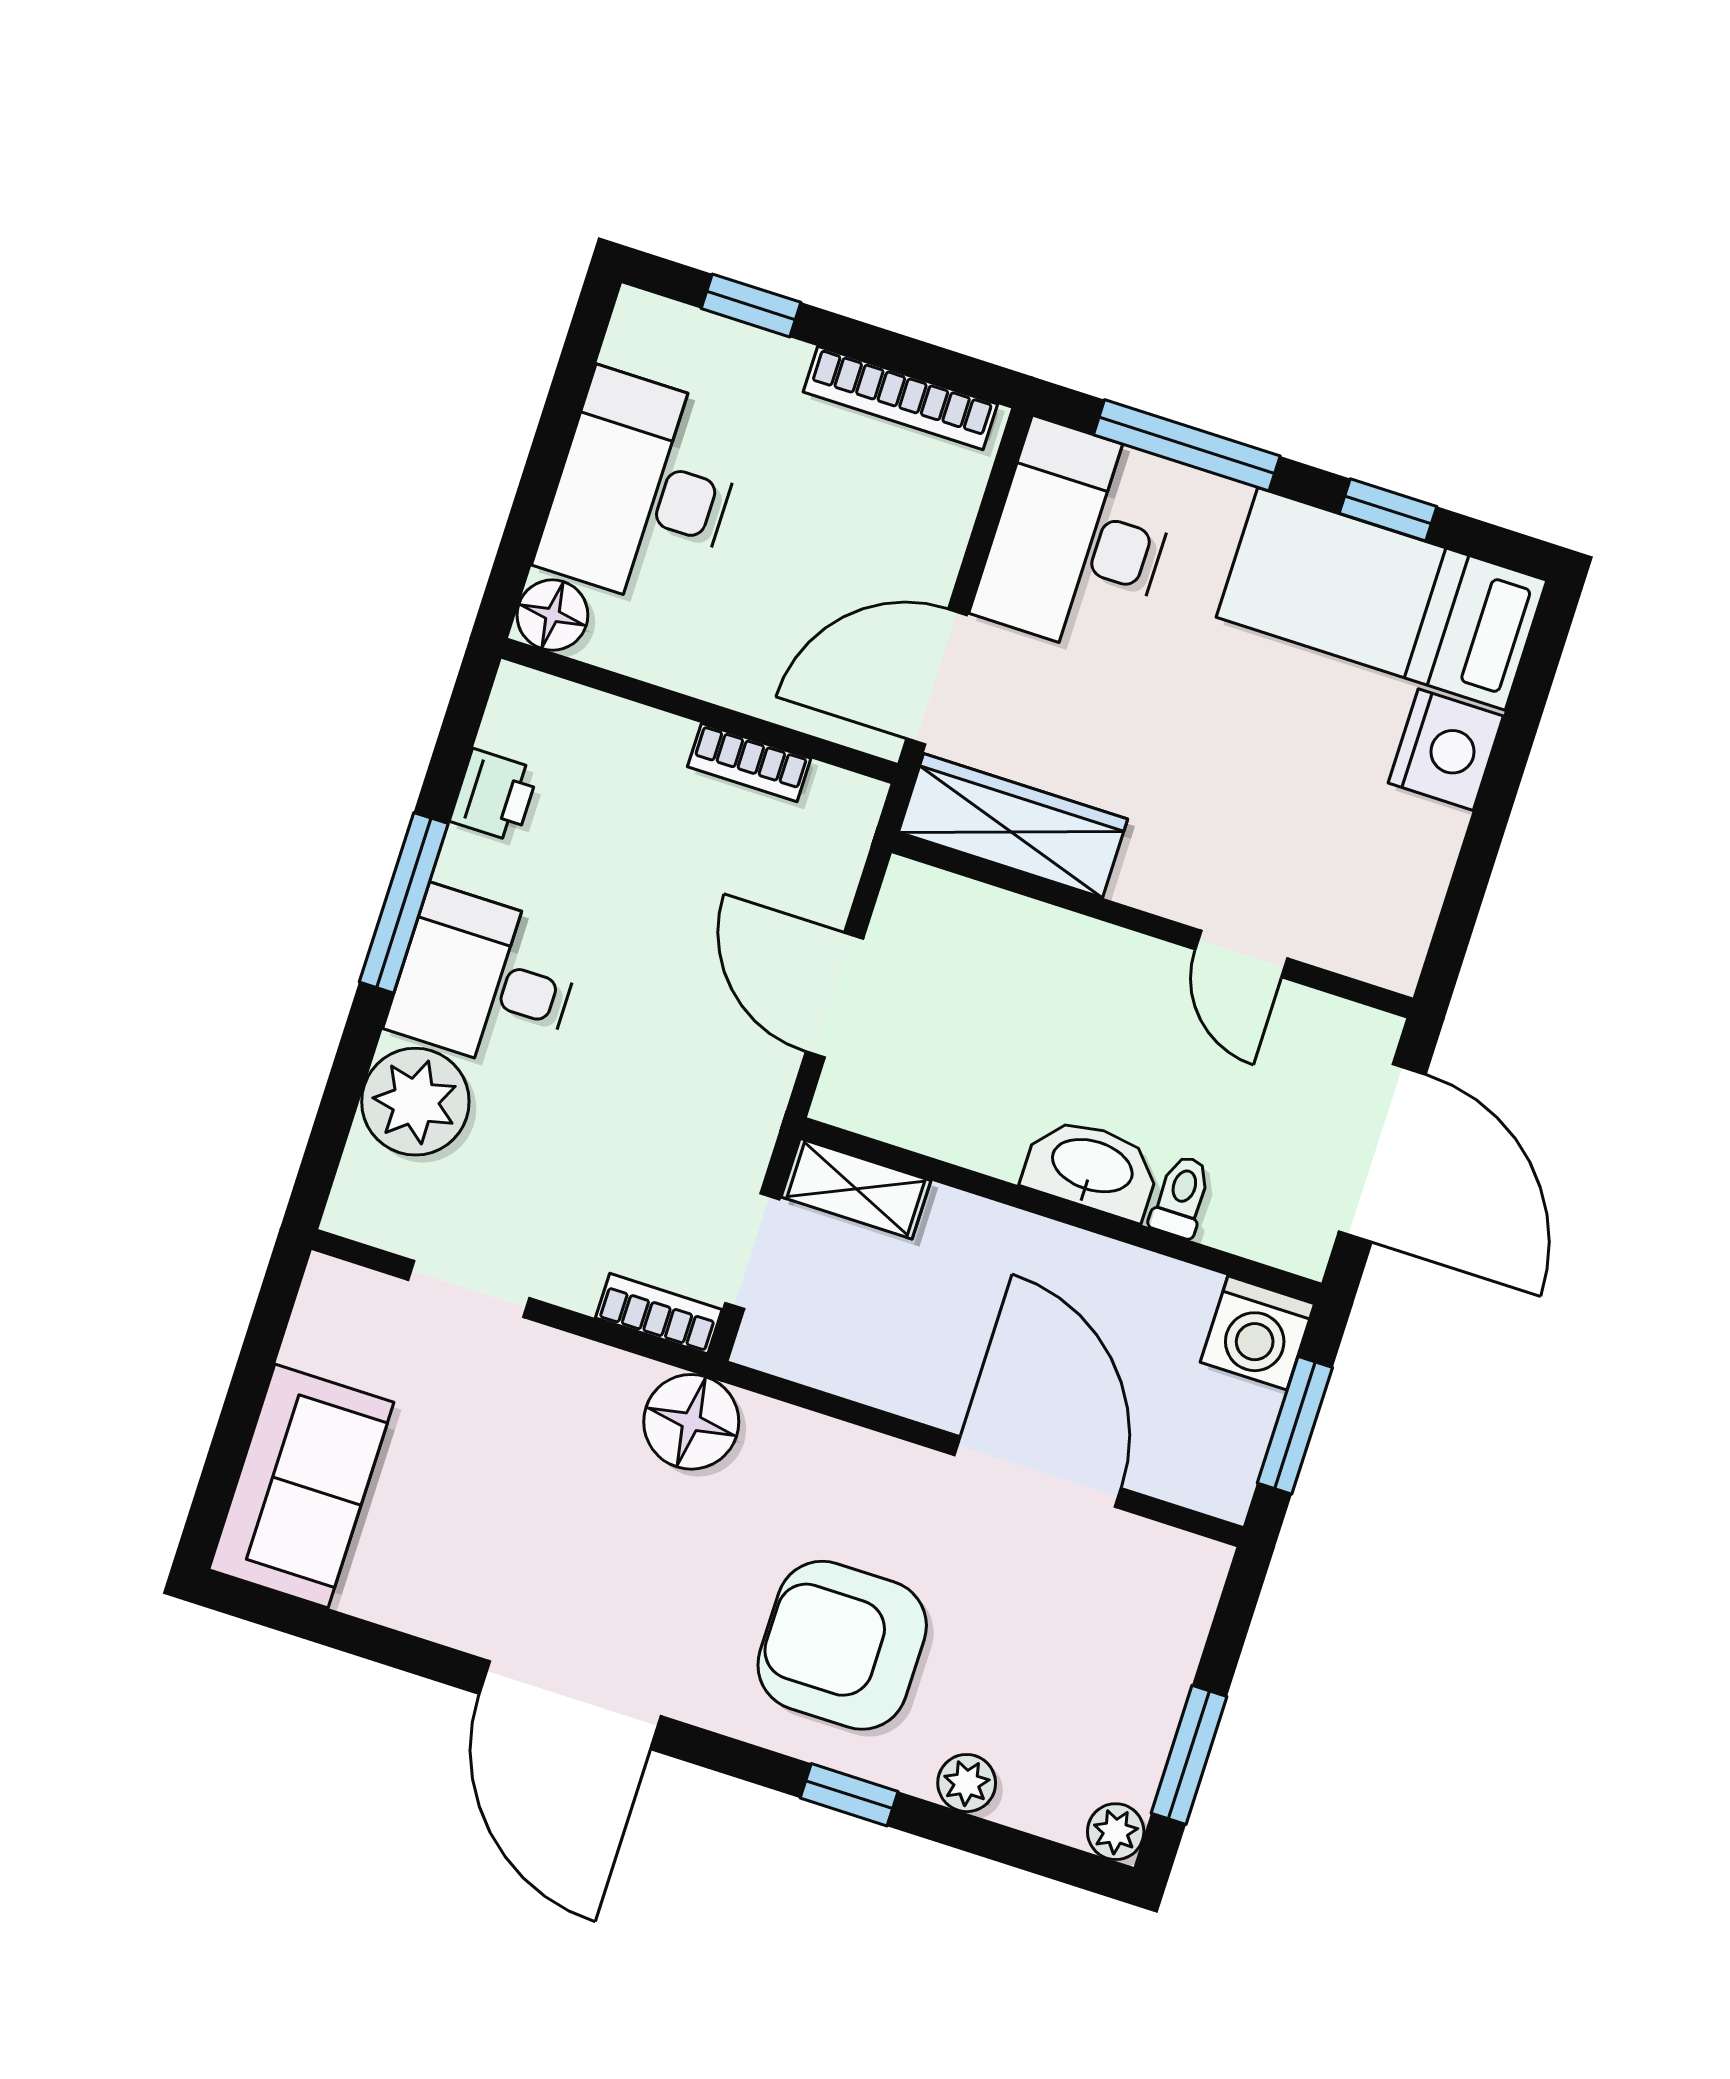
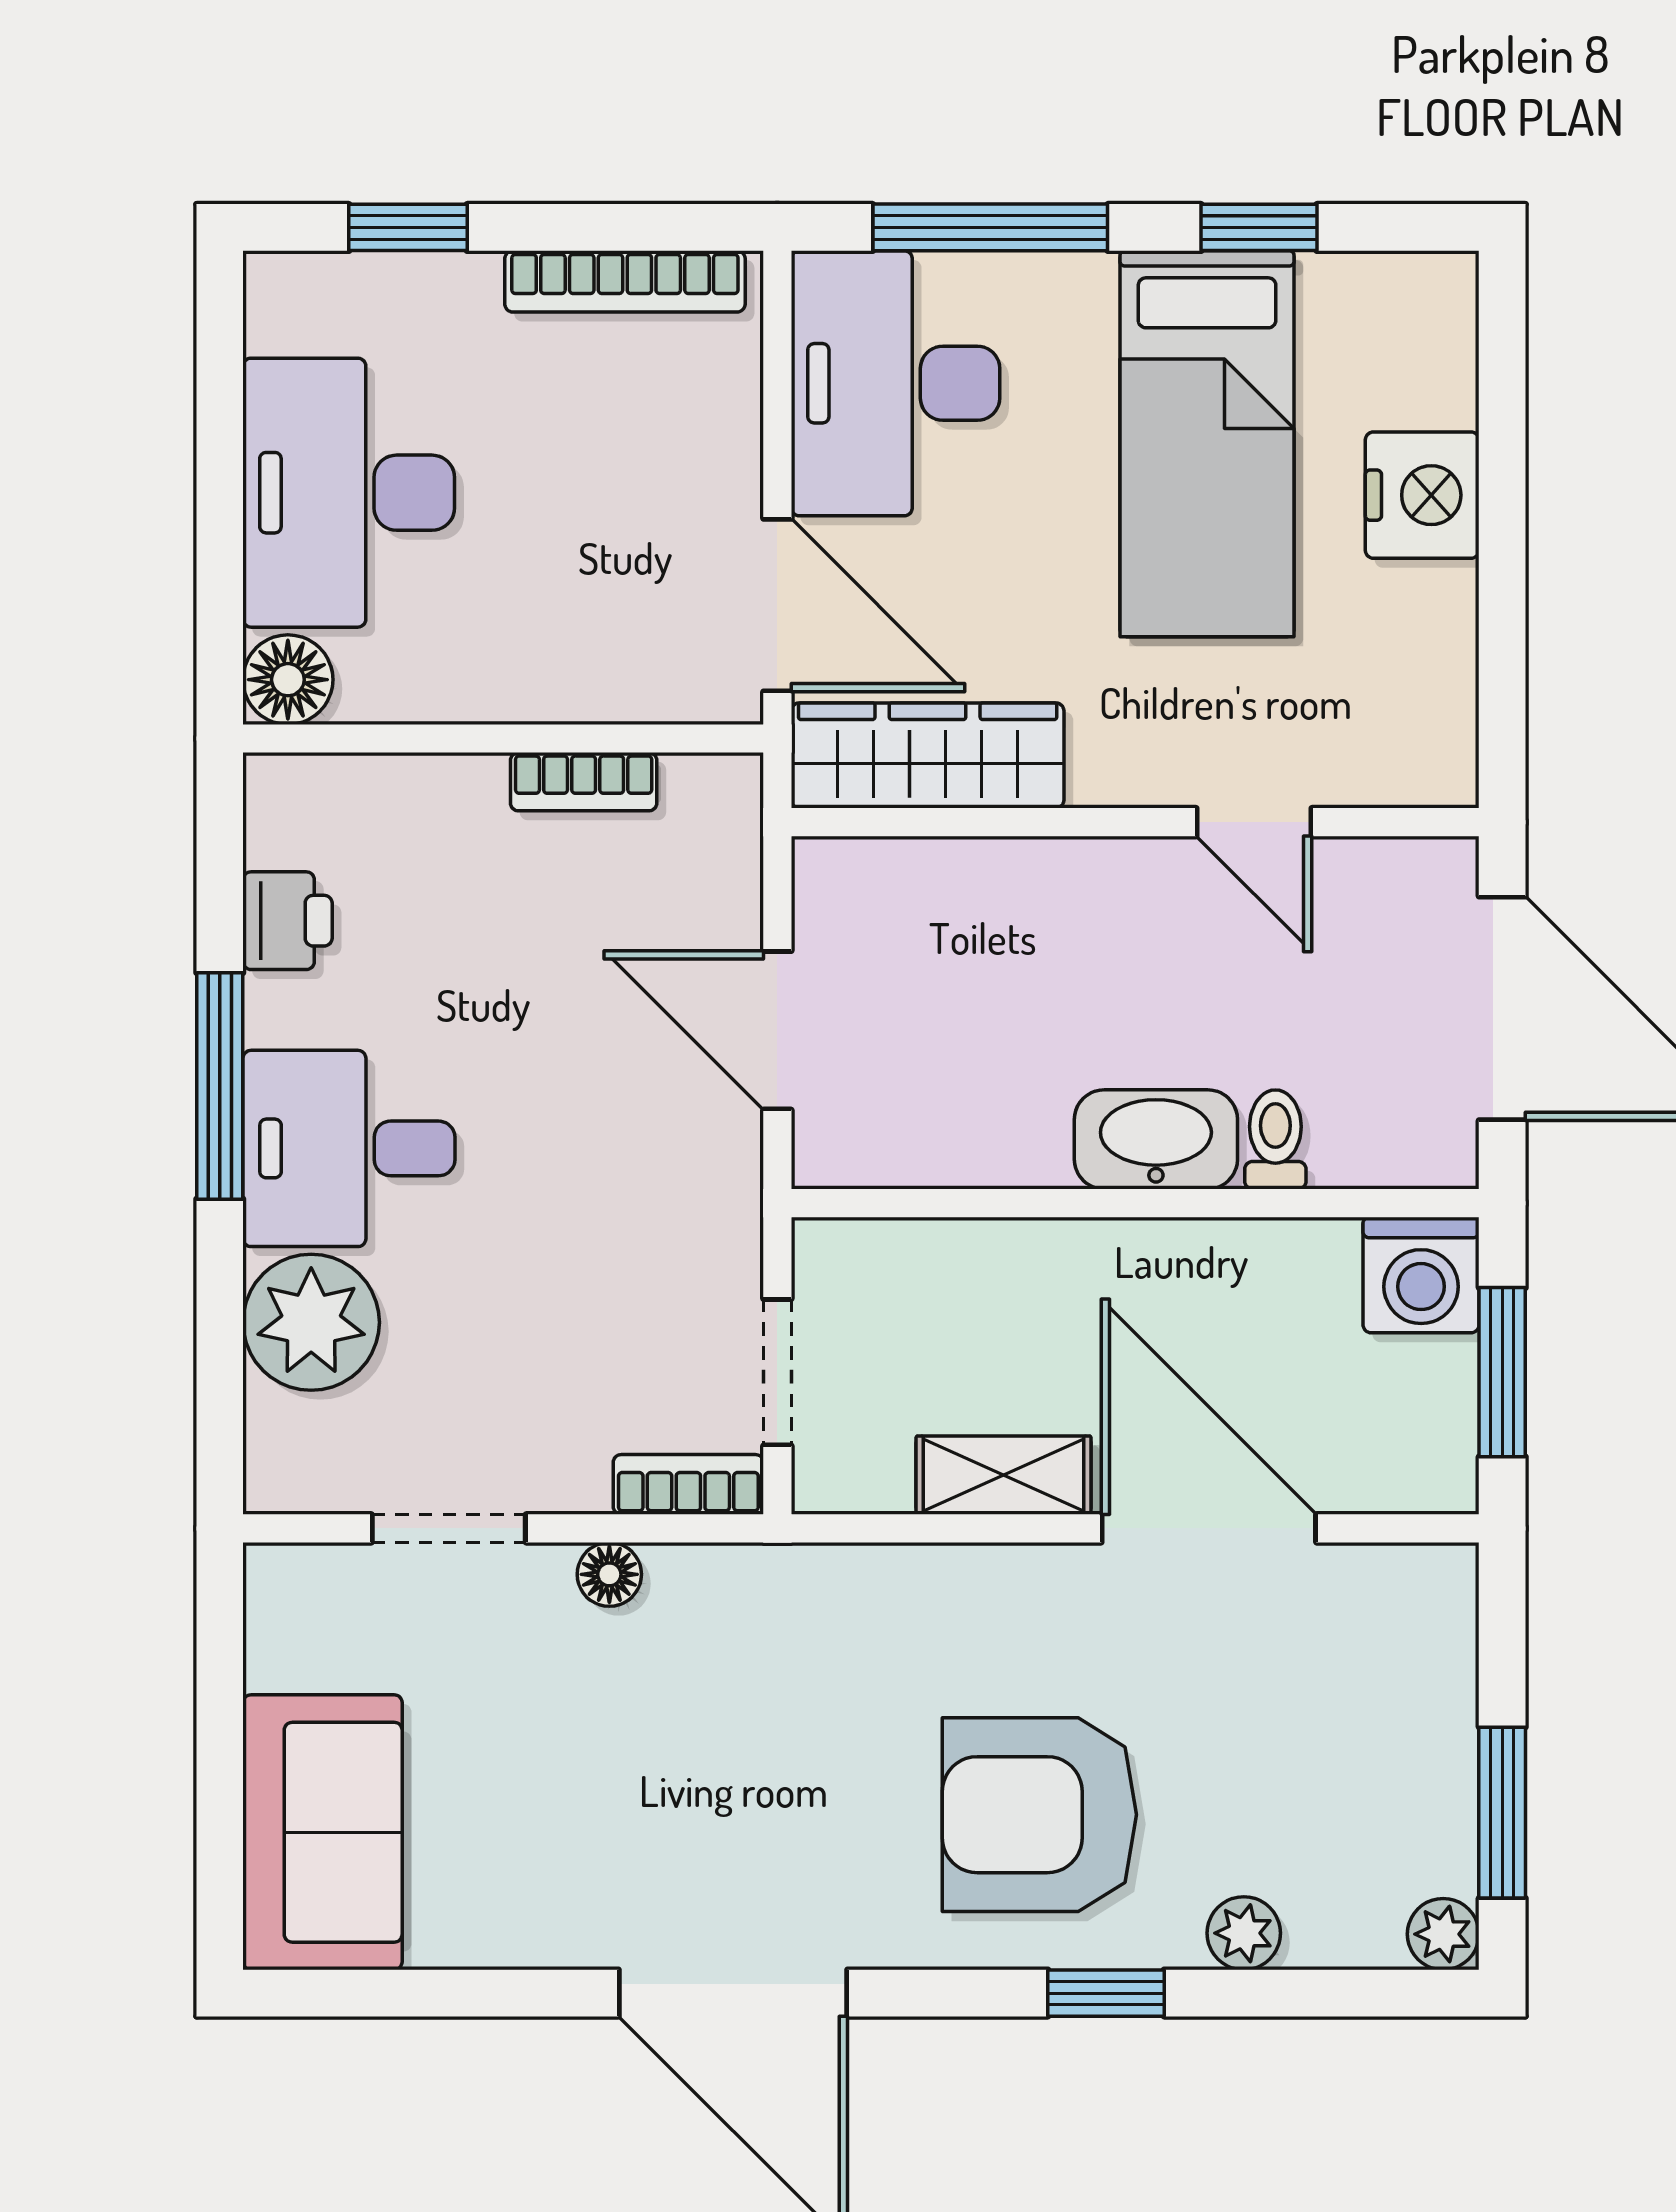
bed: (1382, 599) -> (1207, 444), moved, turned -90
door: (937, 677) -> (777, 605), swing flipped
shelving: (856, 1189) -> (1004, 1475), moved
floor lamp: (691, 1422) -> (609, 1574), moved, width x0.53, depth x0.53

